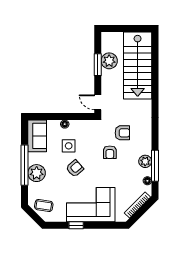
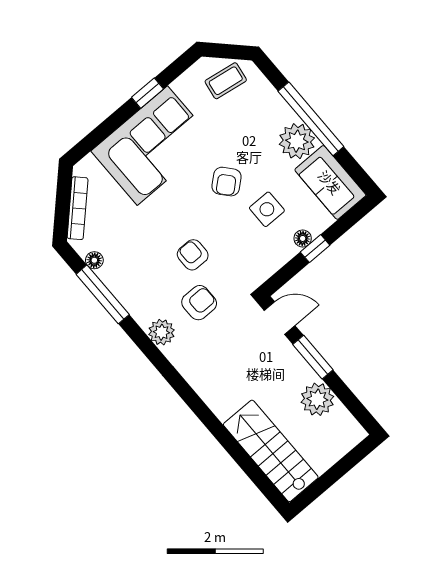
window: (98, 65) -> (313, 357), moved
stairs: (138, 65) -> (271, 451), width x0.73, depth x0.66
window: (63, 117) -> (315, 249), added
armchair: (122, 133) -> (199, 303), turned 180
plant: (145, 161) -> (162, 332), moved
plant: (37, 173) -> (297, 141), moved

